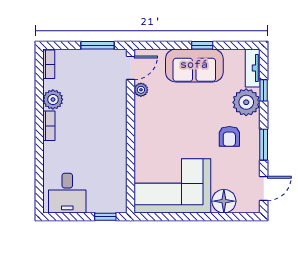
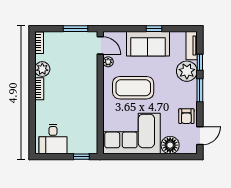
door: (131, 68) -> (100, 45), hinge flipped
coffee table: (175, 124) -> (133, 88), added
armchair: (229, 136) -> (186, 116), moved
window: (264, 145) -> (200, 90), moved

